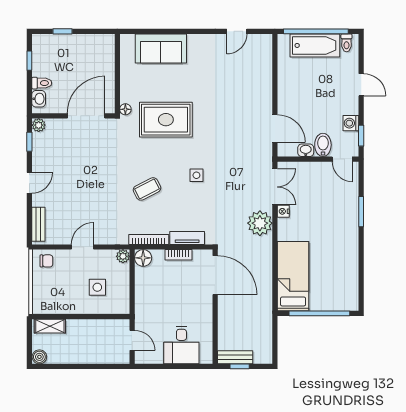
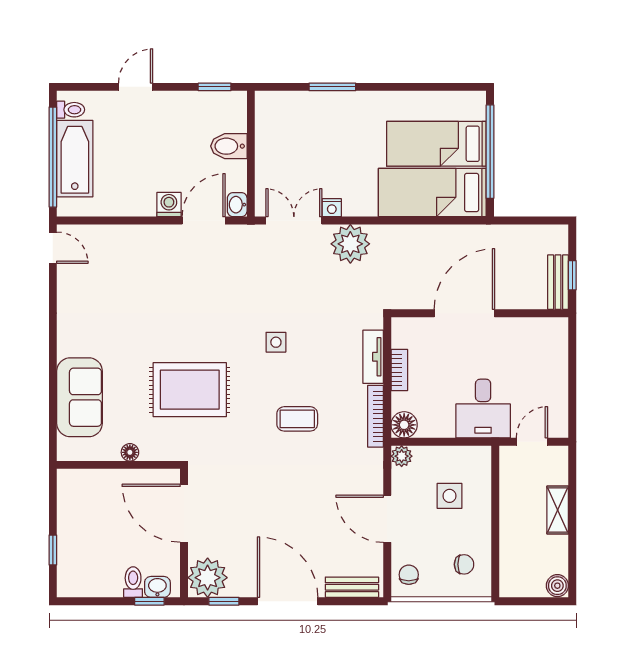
door: (237, 31) -> (53, 248), moved
window: (29, 61) -> (149, 601), moved
floor lamp: (125, 109) -> (130, 452), moved
rug: (166, 120) -> (190, 390), turned 90
washing machine: (351, 123) -> (169, 205), moved, turned 180
plant: (39, 125) -> (208, 578), width x1.87, depth x1.87
washbasin: (306, 150) -> (237, 205), moved
door: (342, 159) -> (251, 116), removed
door: (29, 183) -> (288, 601), width x1.88
coffee table: (147, 189) -> (297, 419), turned -63
door: (83, 247) -> (387, 519), width x1.38
door: (215, 275) -> (464, 313), moved
bed: (324, 279) -> (436, 144), added
chair: (53, 297) -> (464, 564), added
shelving: (50, 326) -> (558, 510), moved
desk: (181, 345) -> (483, 409), moved, turned 90

